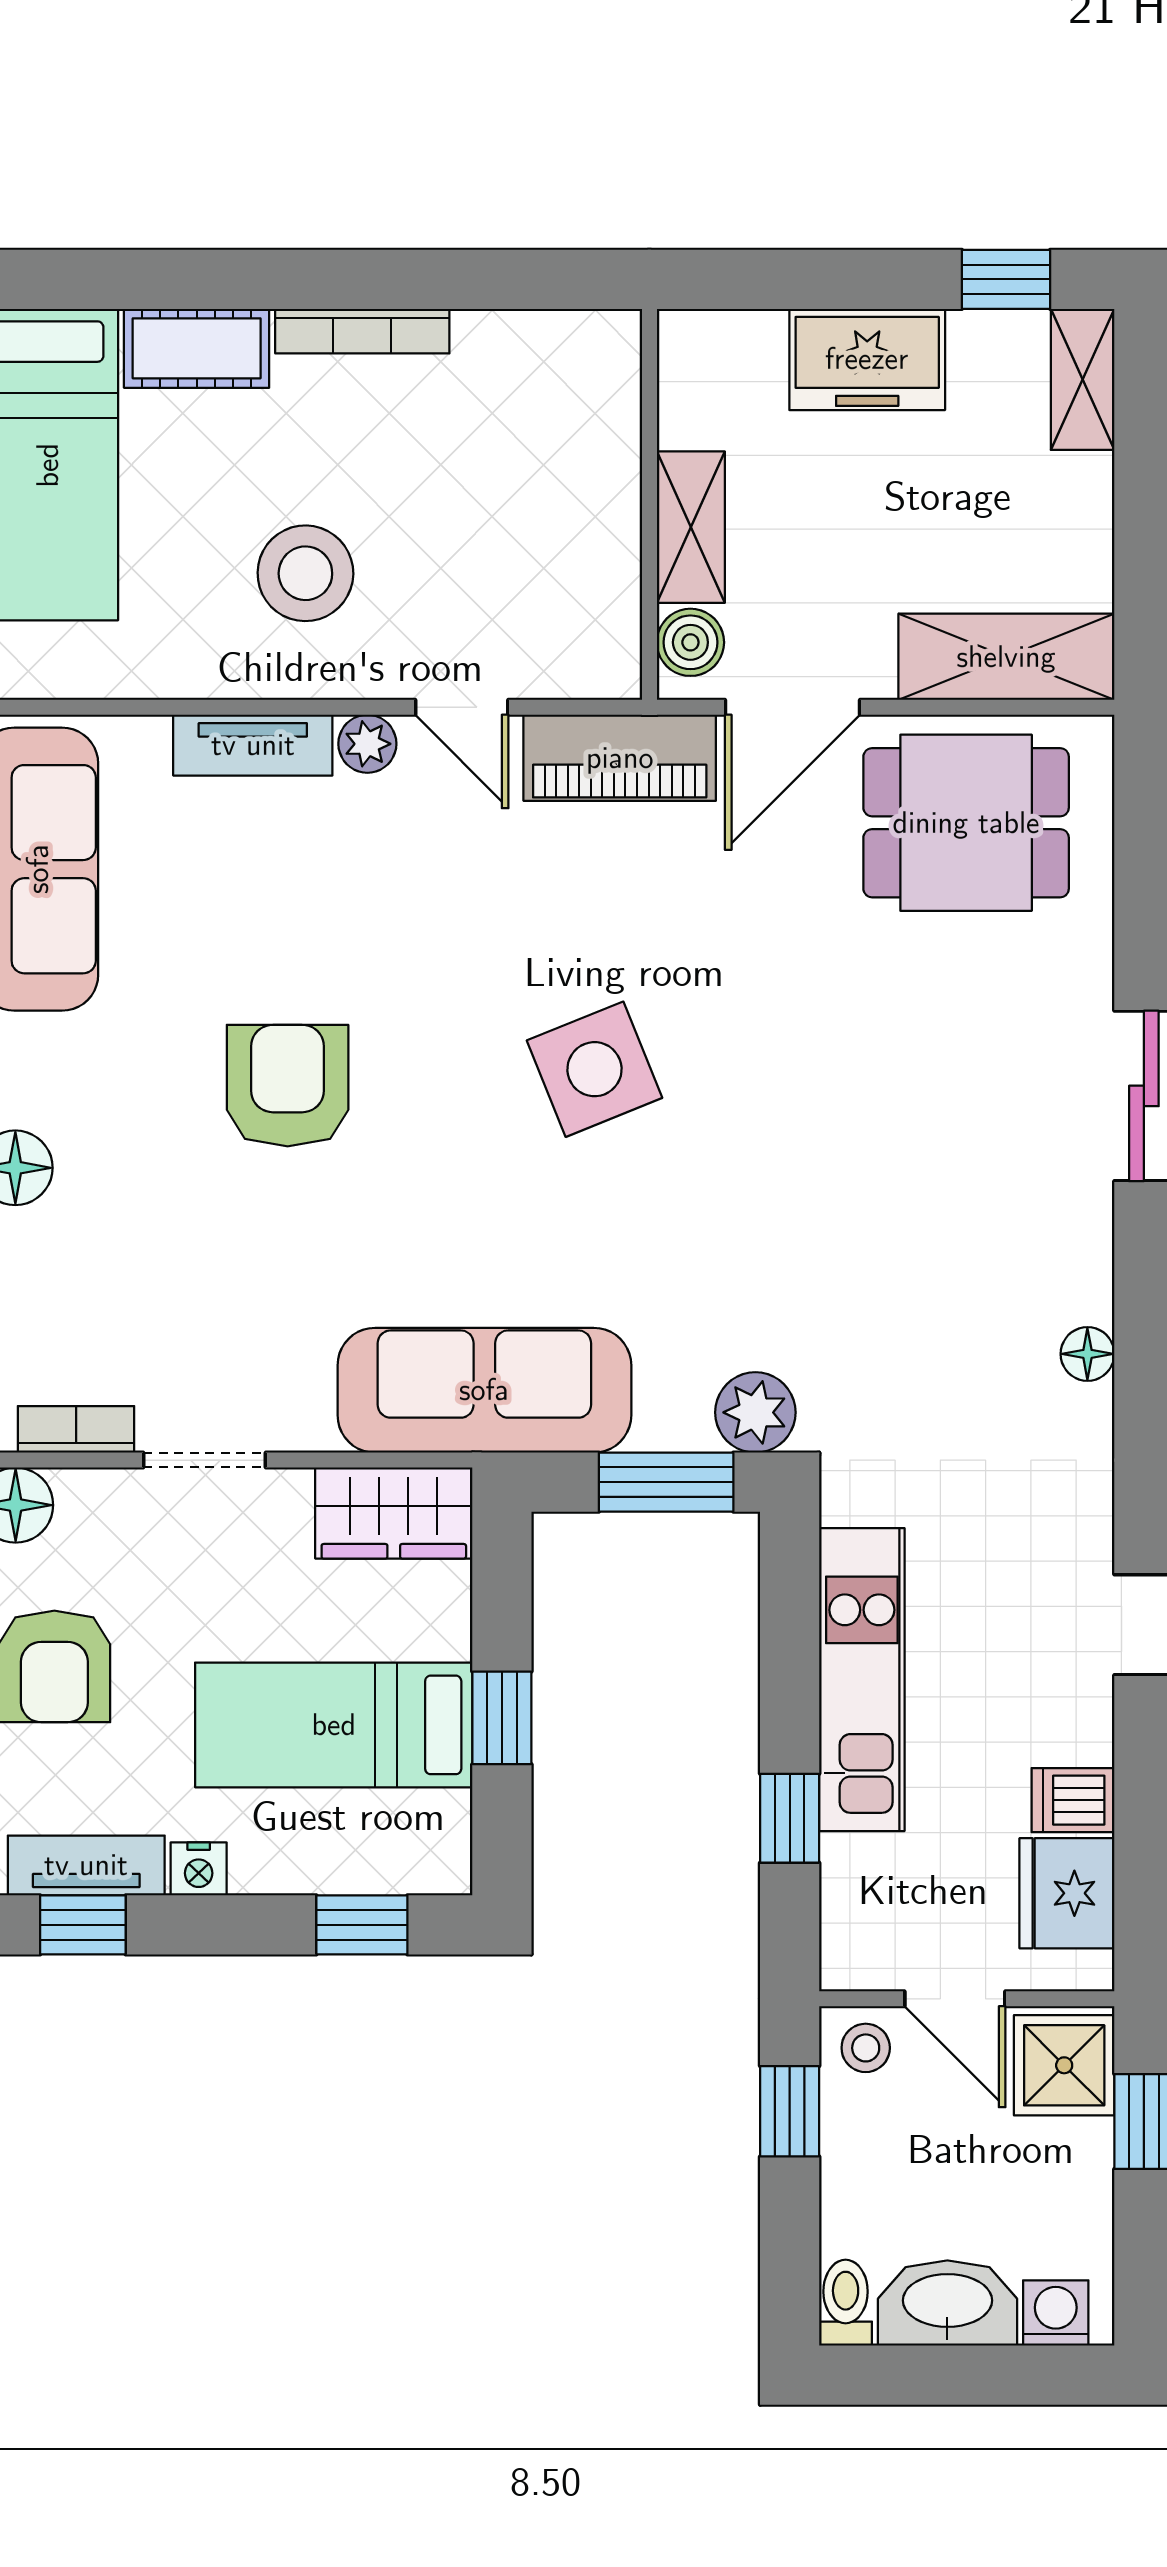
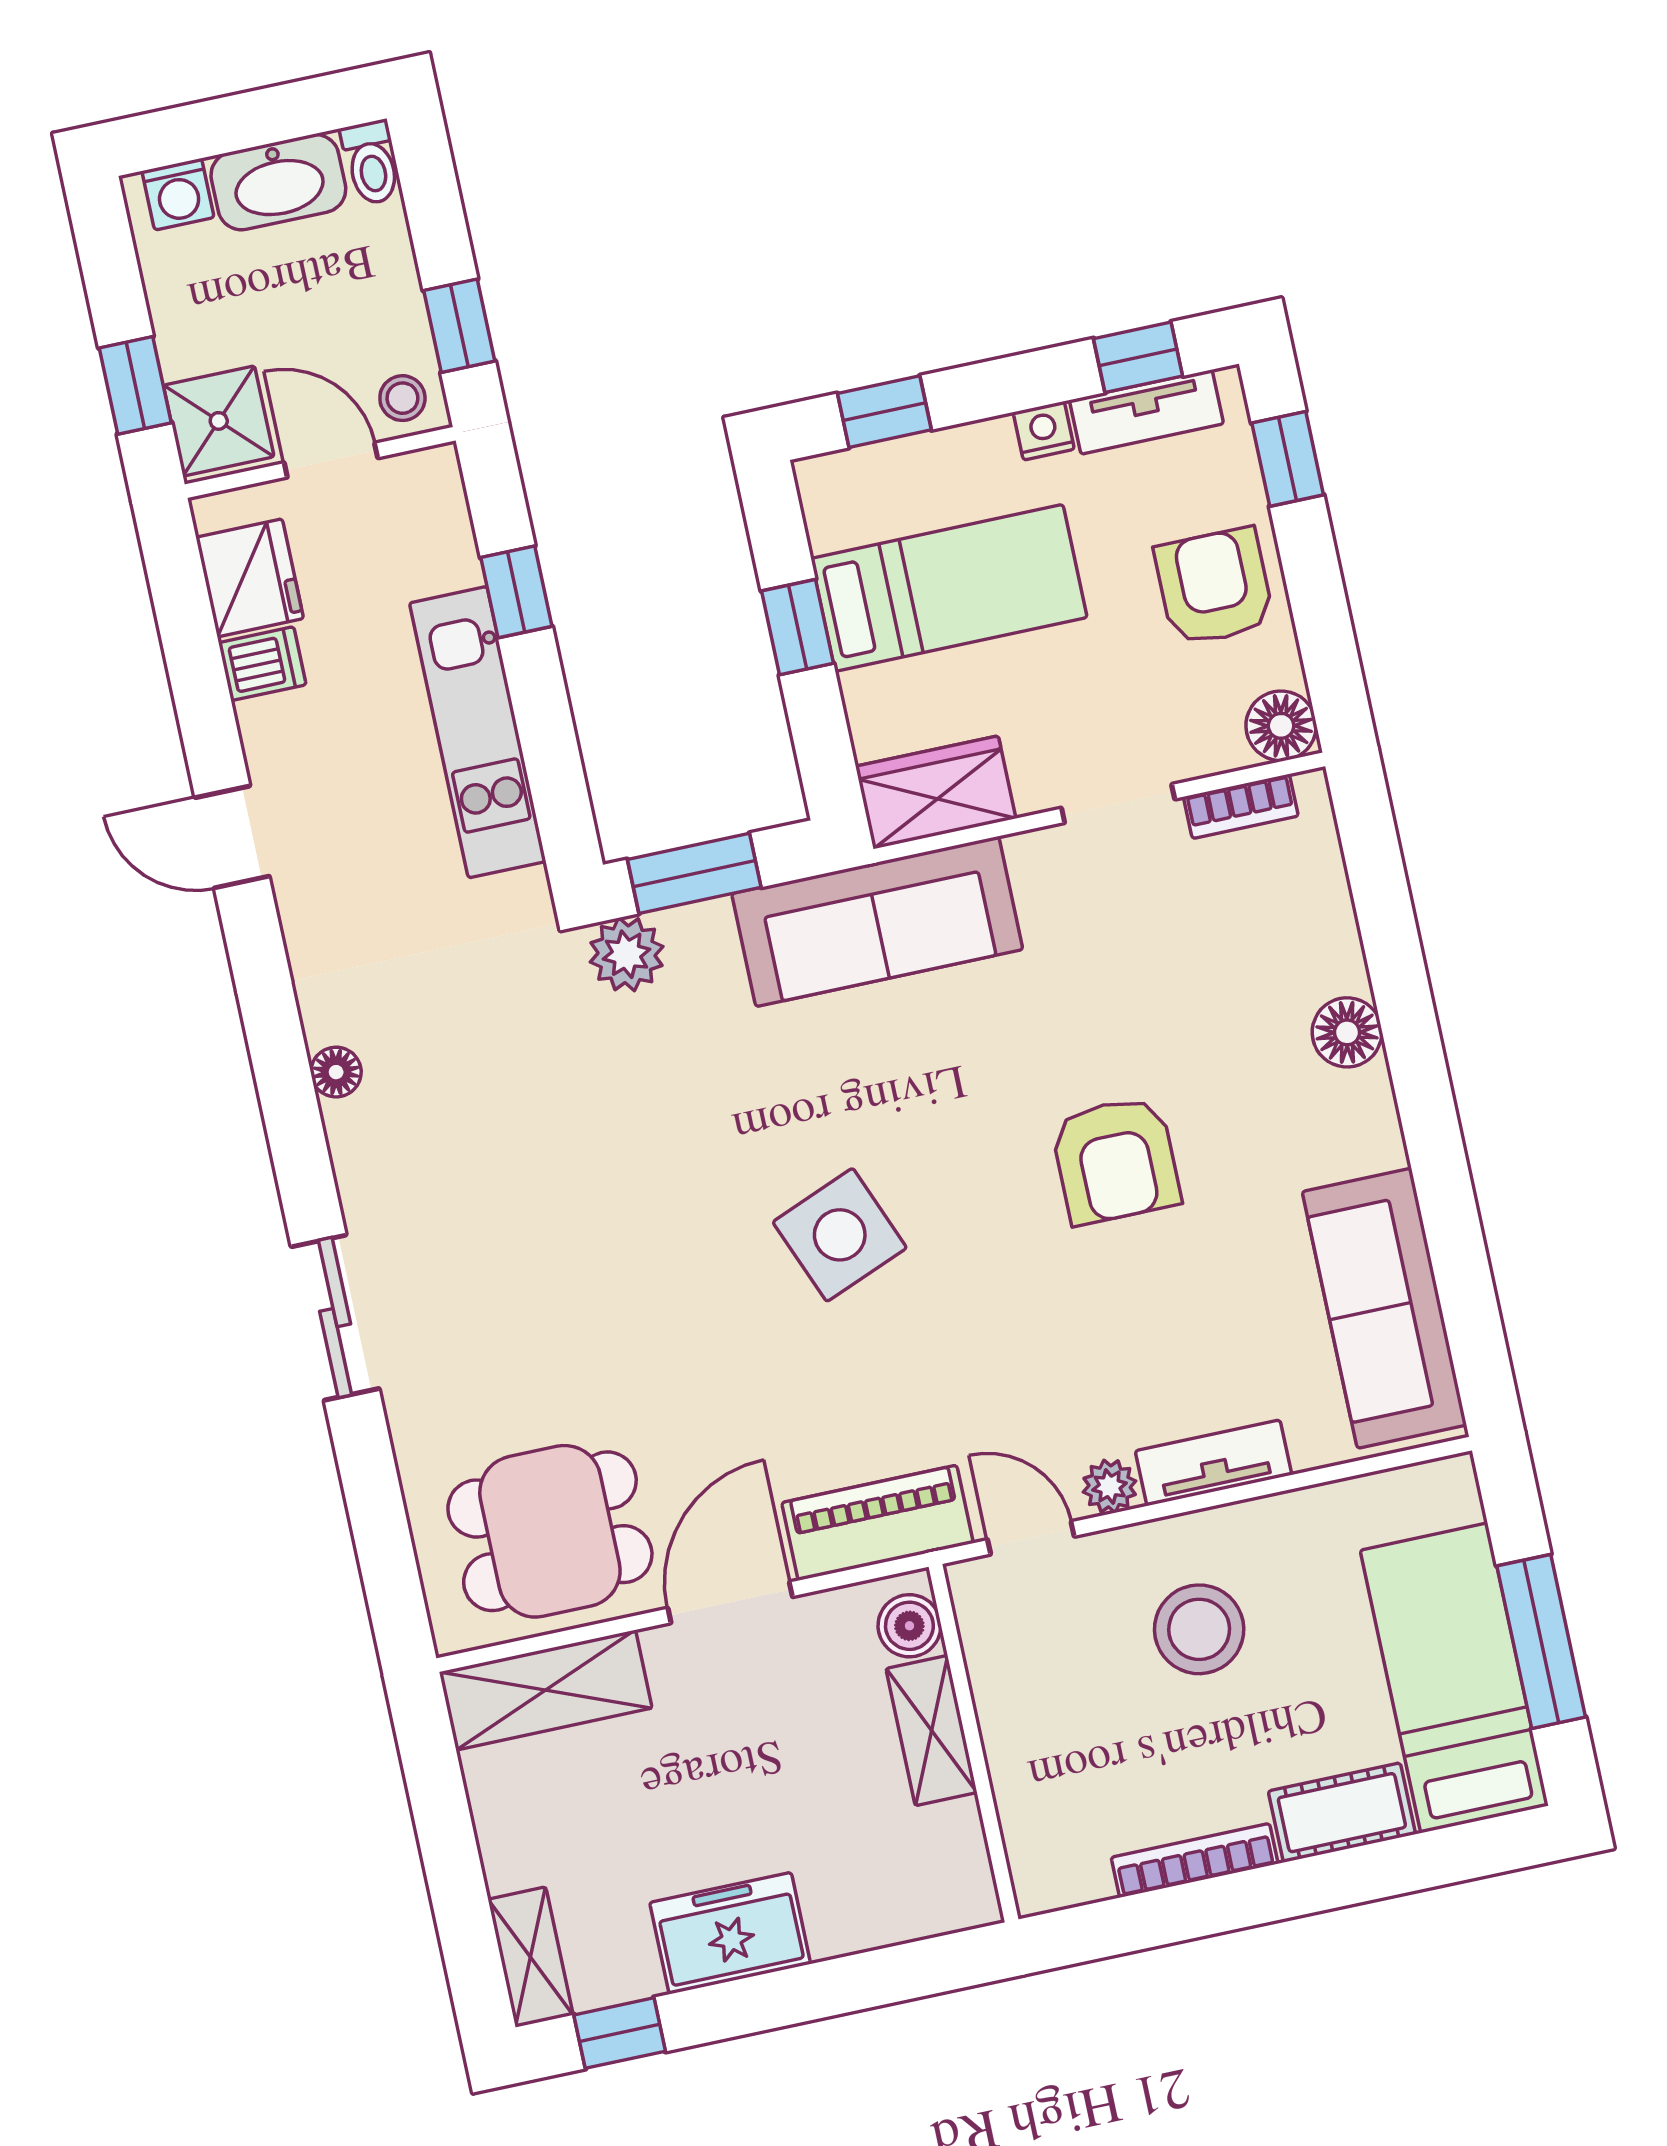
wall: (649, 504) -> (974, 1743), moved
shelving: (691, 527) -> (932, 1731), moved
boiler: (690, 642) -> (909, 1626), moved

